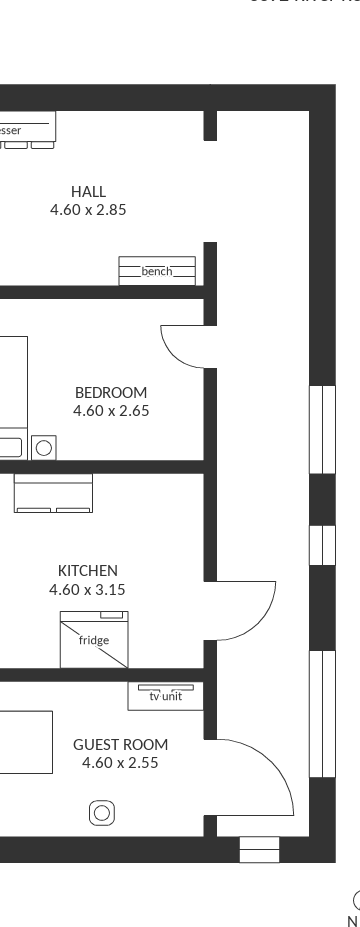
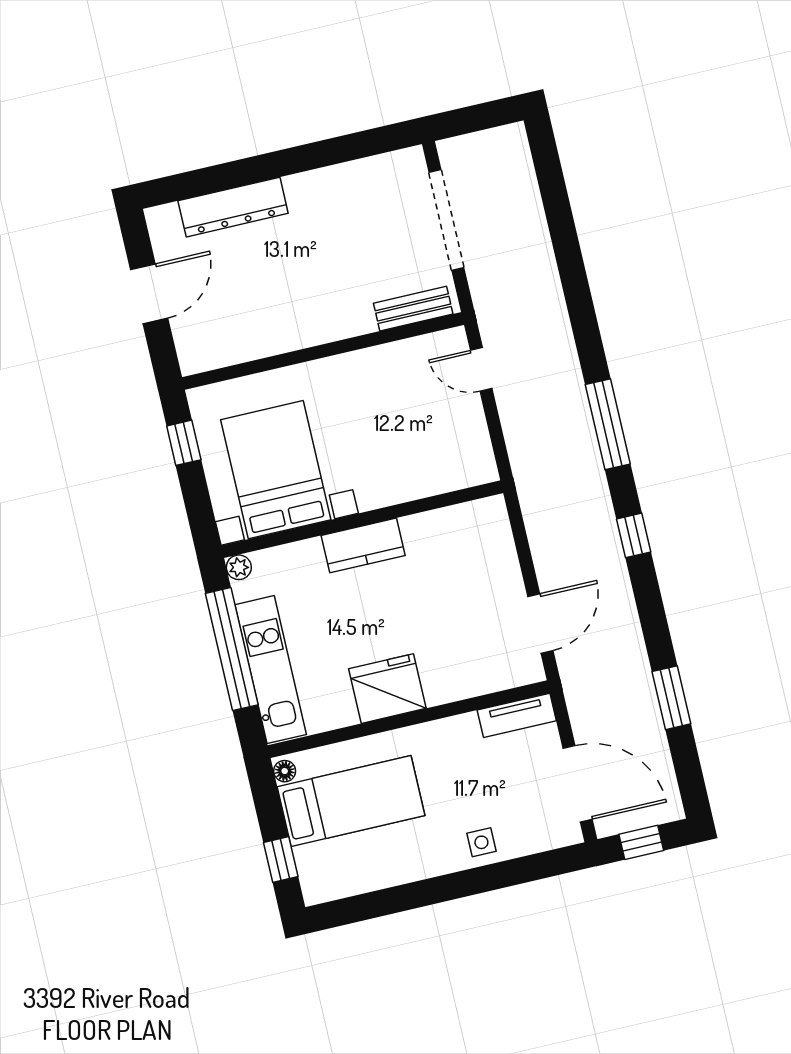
fridge: (94, 640) -> (387, 689), moved
window: (322, 714) -> (671, 698), width x0.47

